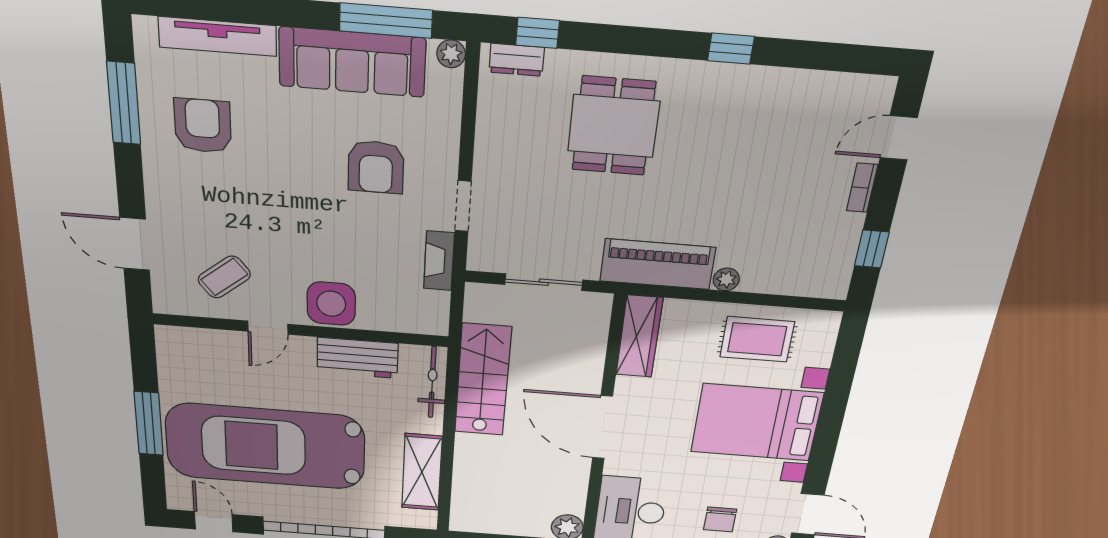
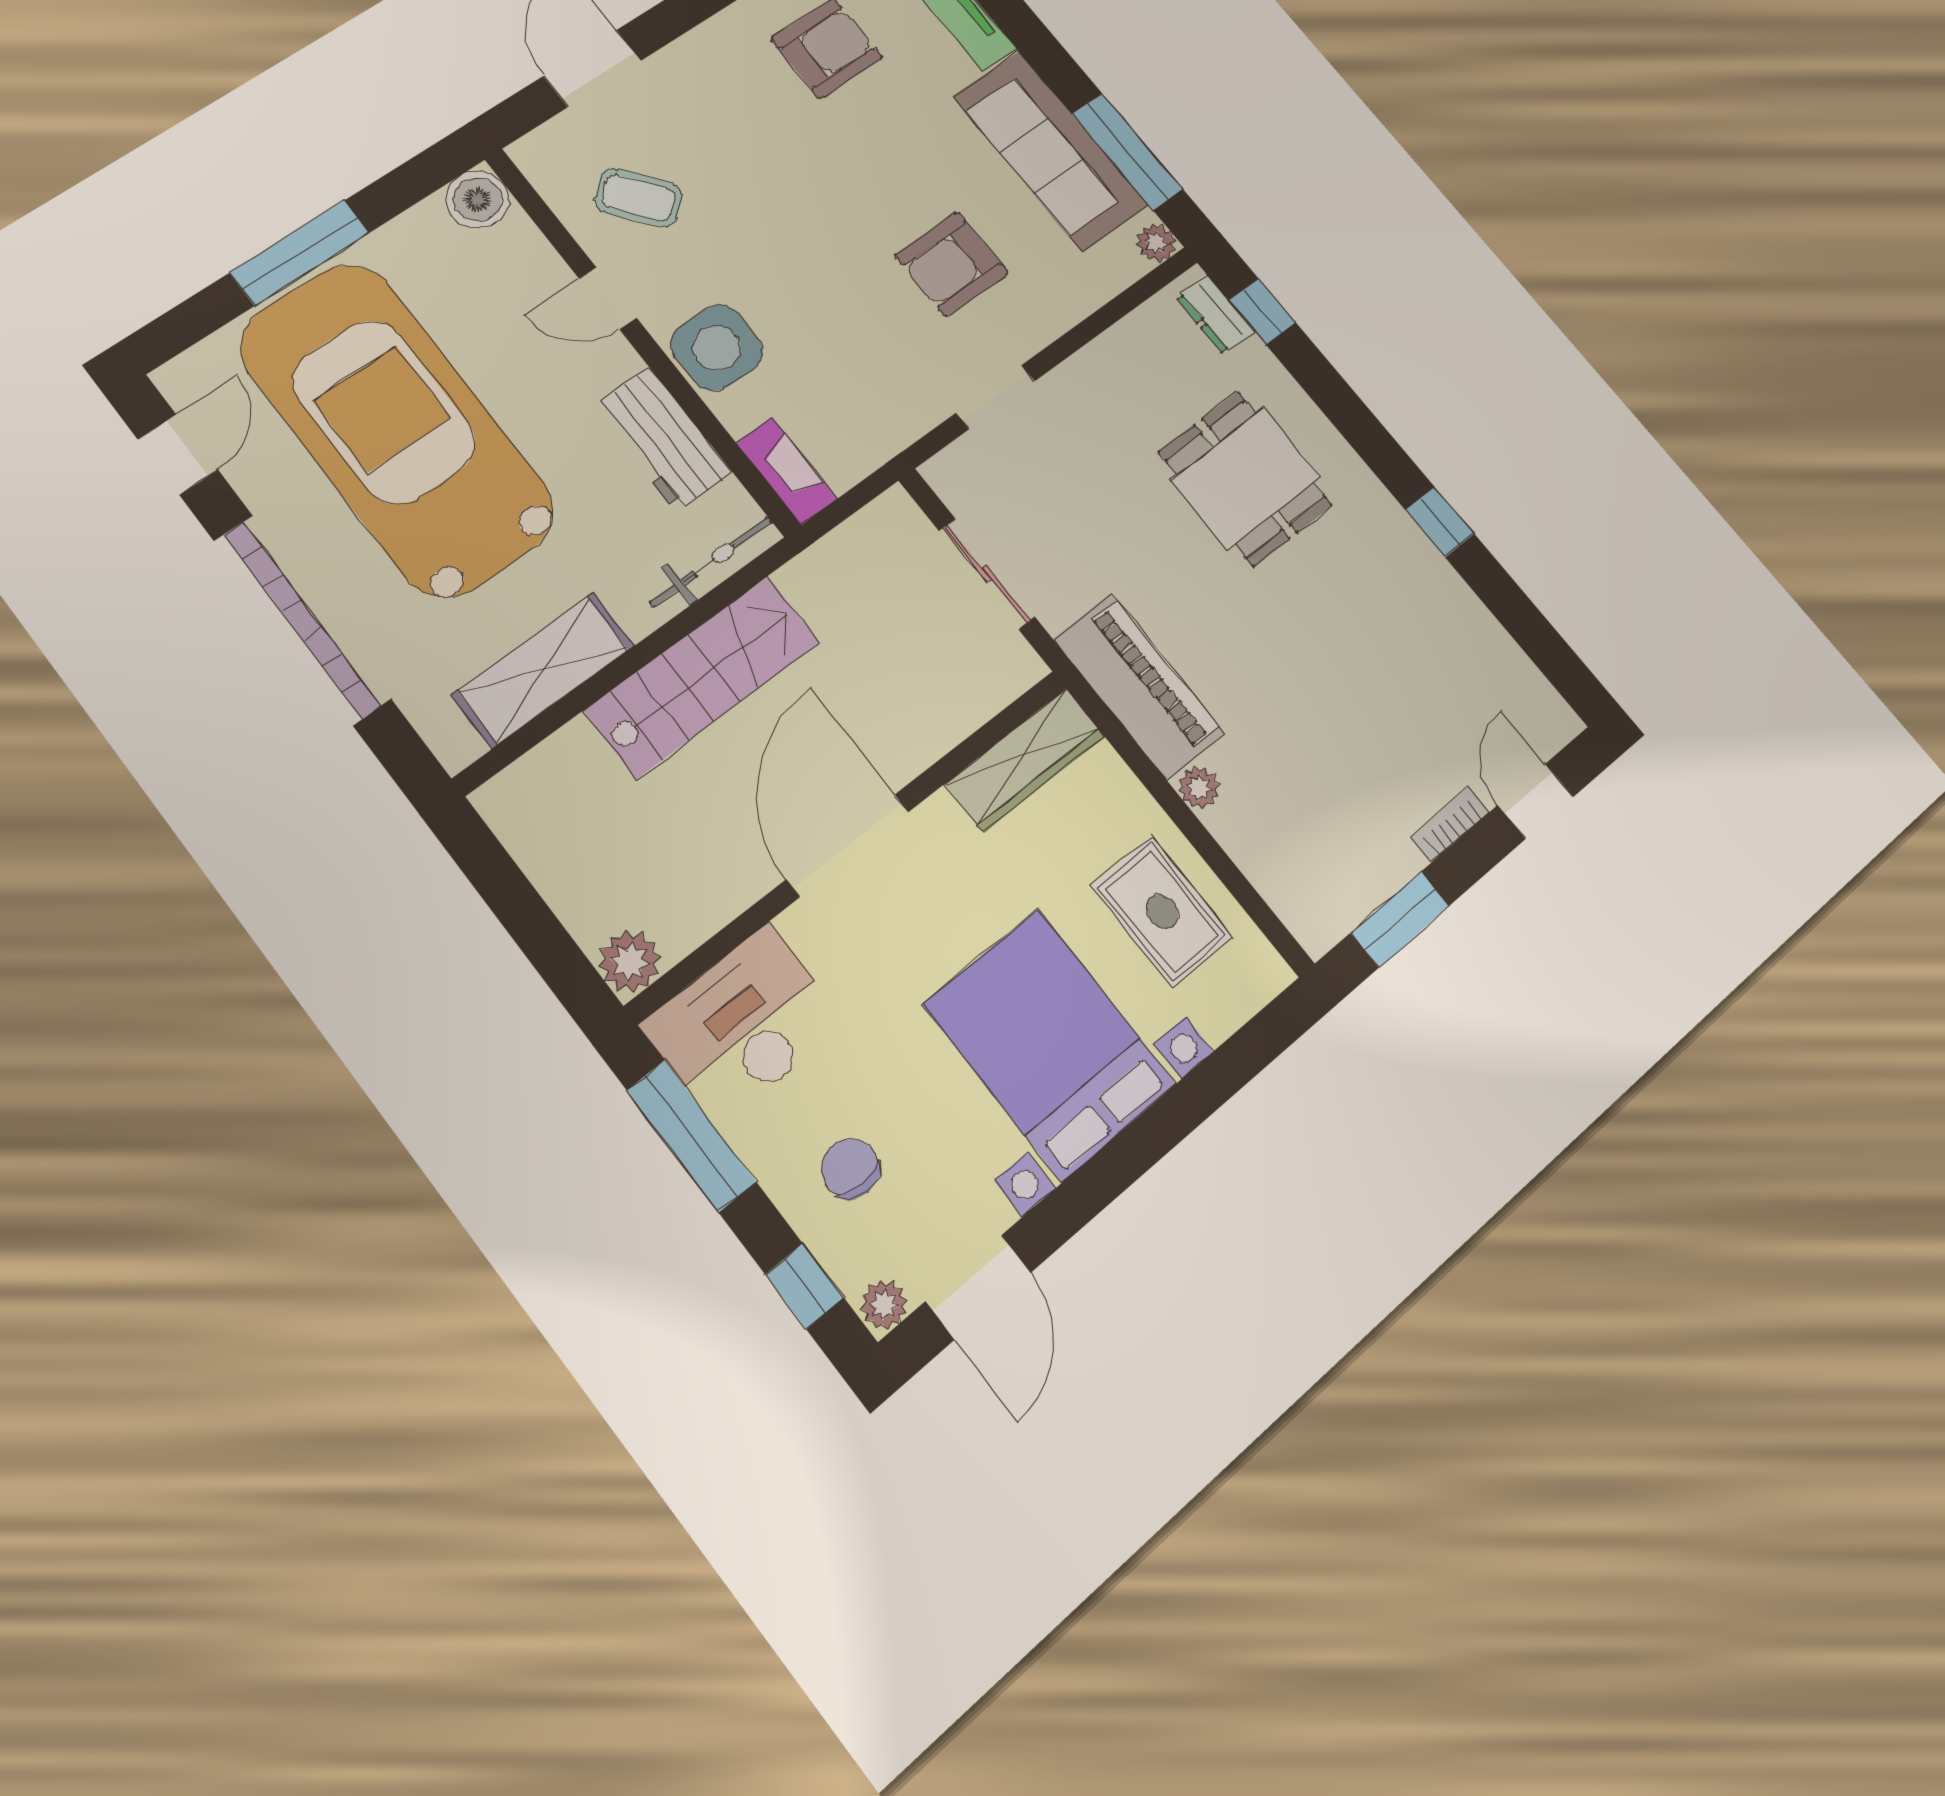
dining table: (614, 126) -> (1246, 478), turned 90
door: (899, 138) -> (1536, 801), hinge flipped
window: (872, 249) -> (1400, 919), width x1.50
fireplace: (439, 261) -> (787, 471), moved, turned 90
boiler: (173, 342) -> (477, 199), added
stairs: (483, 380) -> (703, 676), moved
chair: (720, 519) -> (850, 1169), turned 90

